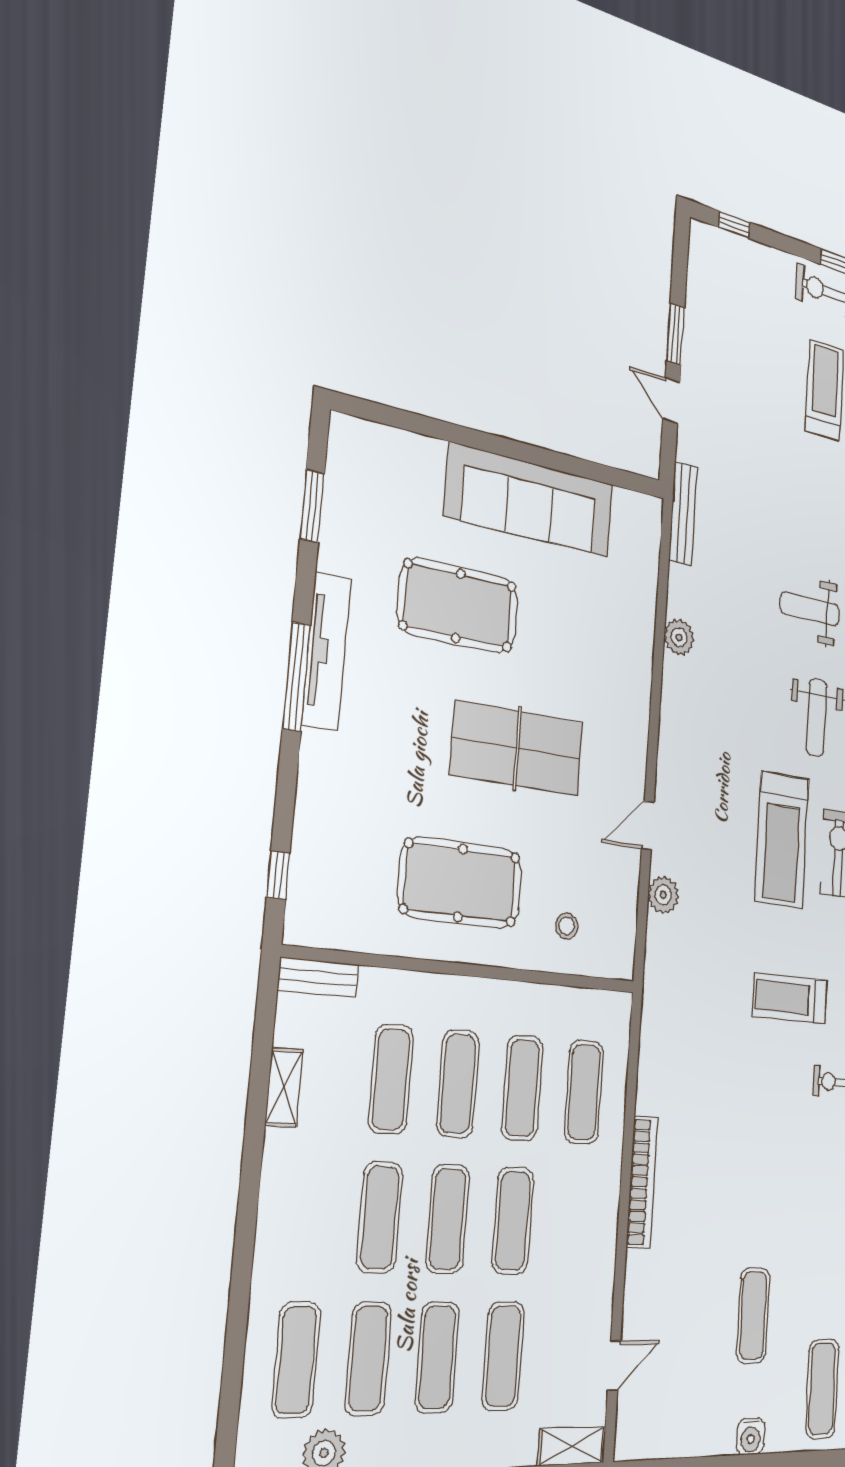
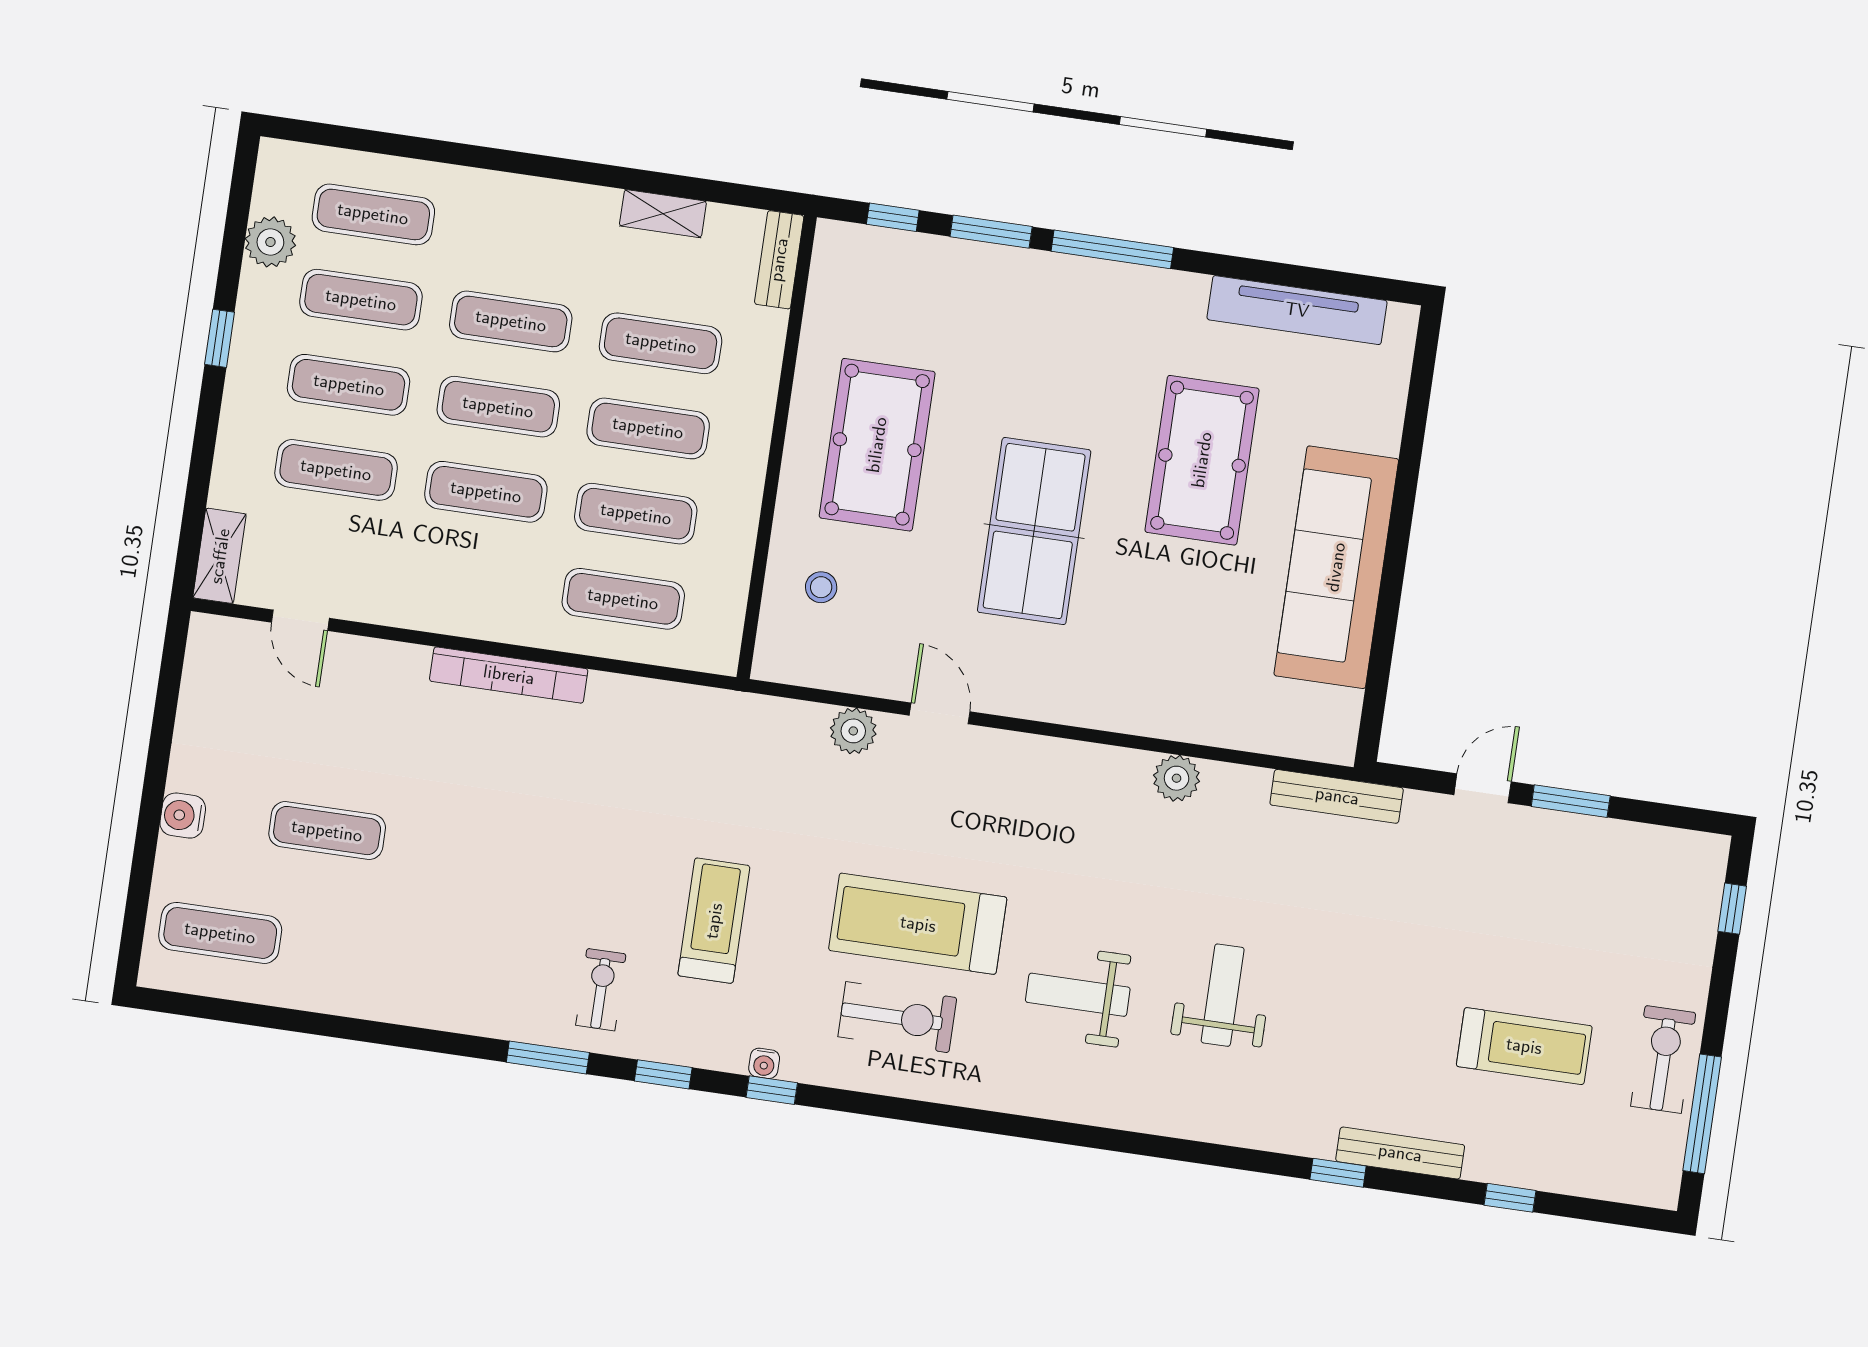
window: (312, 506) -> (991, 232), moved
tv unit: (326, 651) -> (1297, 310), moved

